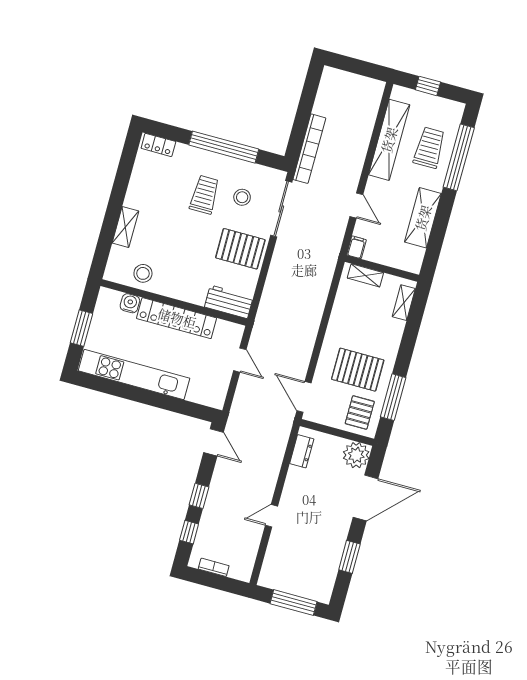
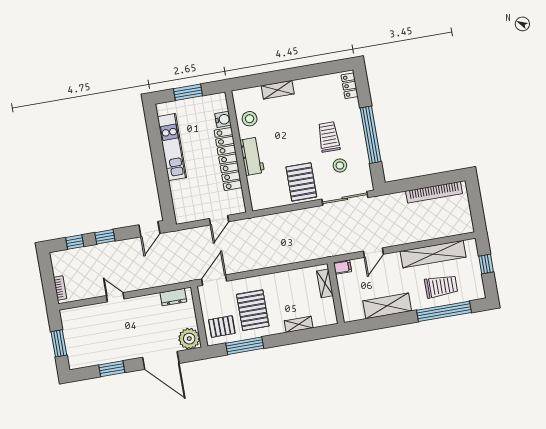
bookcase: (309, 149) -> (434, 192), moved
trolley: (205, 195) -> (329, 137), turned -90
workbench: (229, 302) -> (252, 156), moved
shelving: (404, 303) -> (299, 324), moved
kitchen unit: (134, 374) -> (172, 147), width x0.73
bookcase: (214, 567) -> (60, 288), moved
window: (293, 603) -> (59, 343), width x0.69

